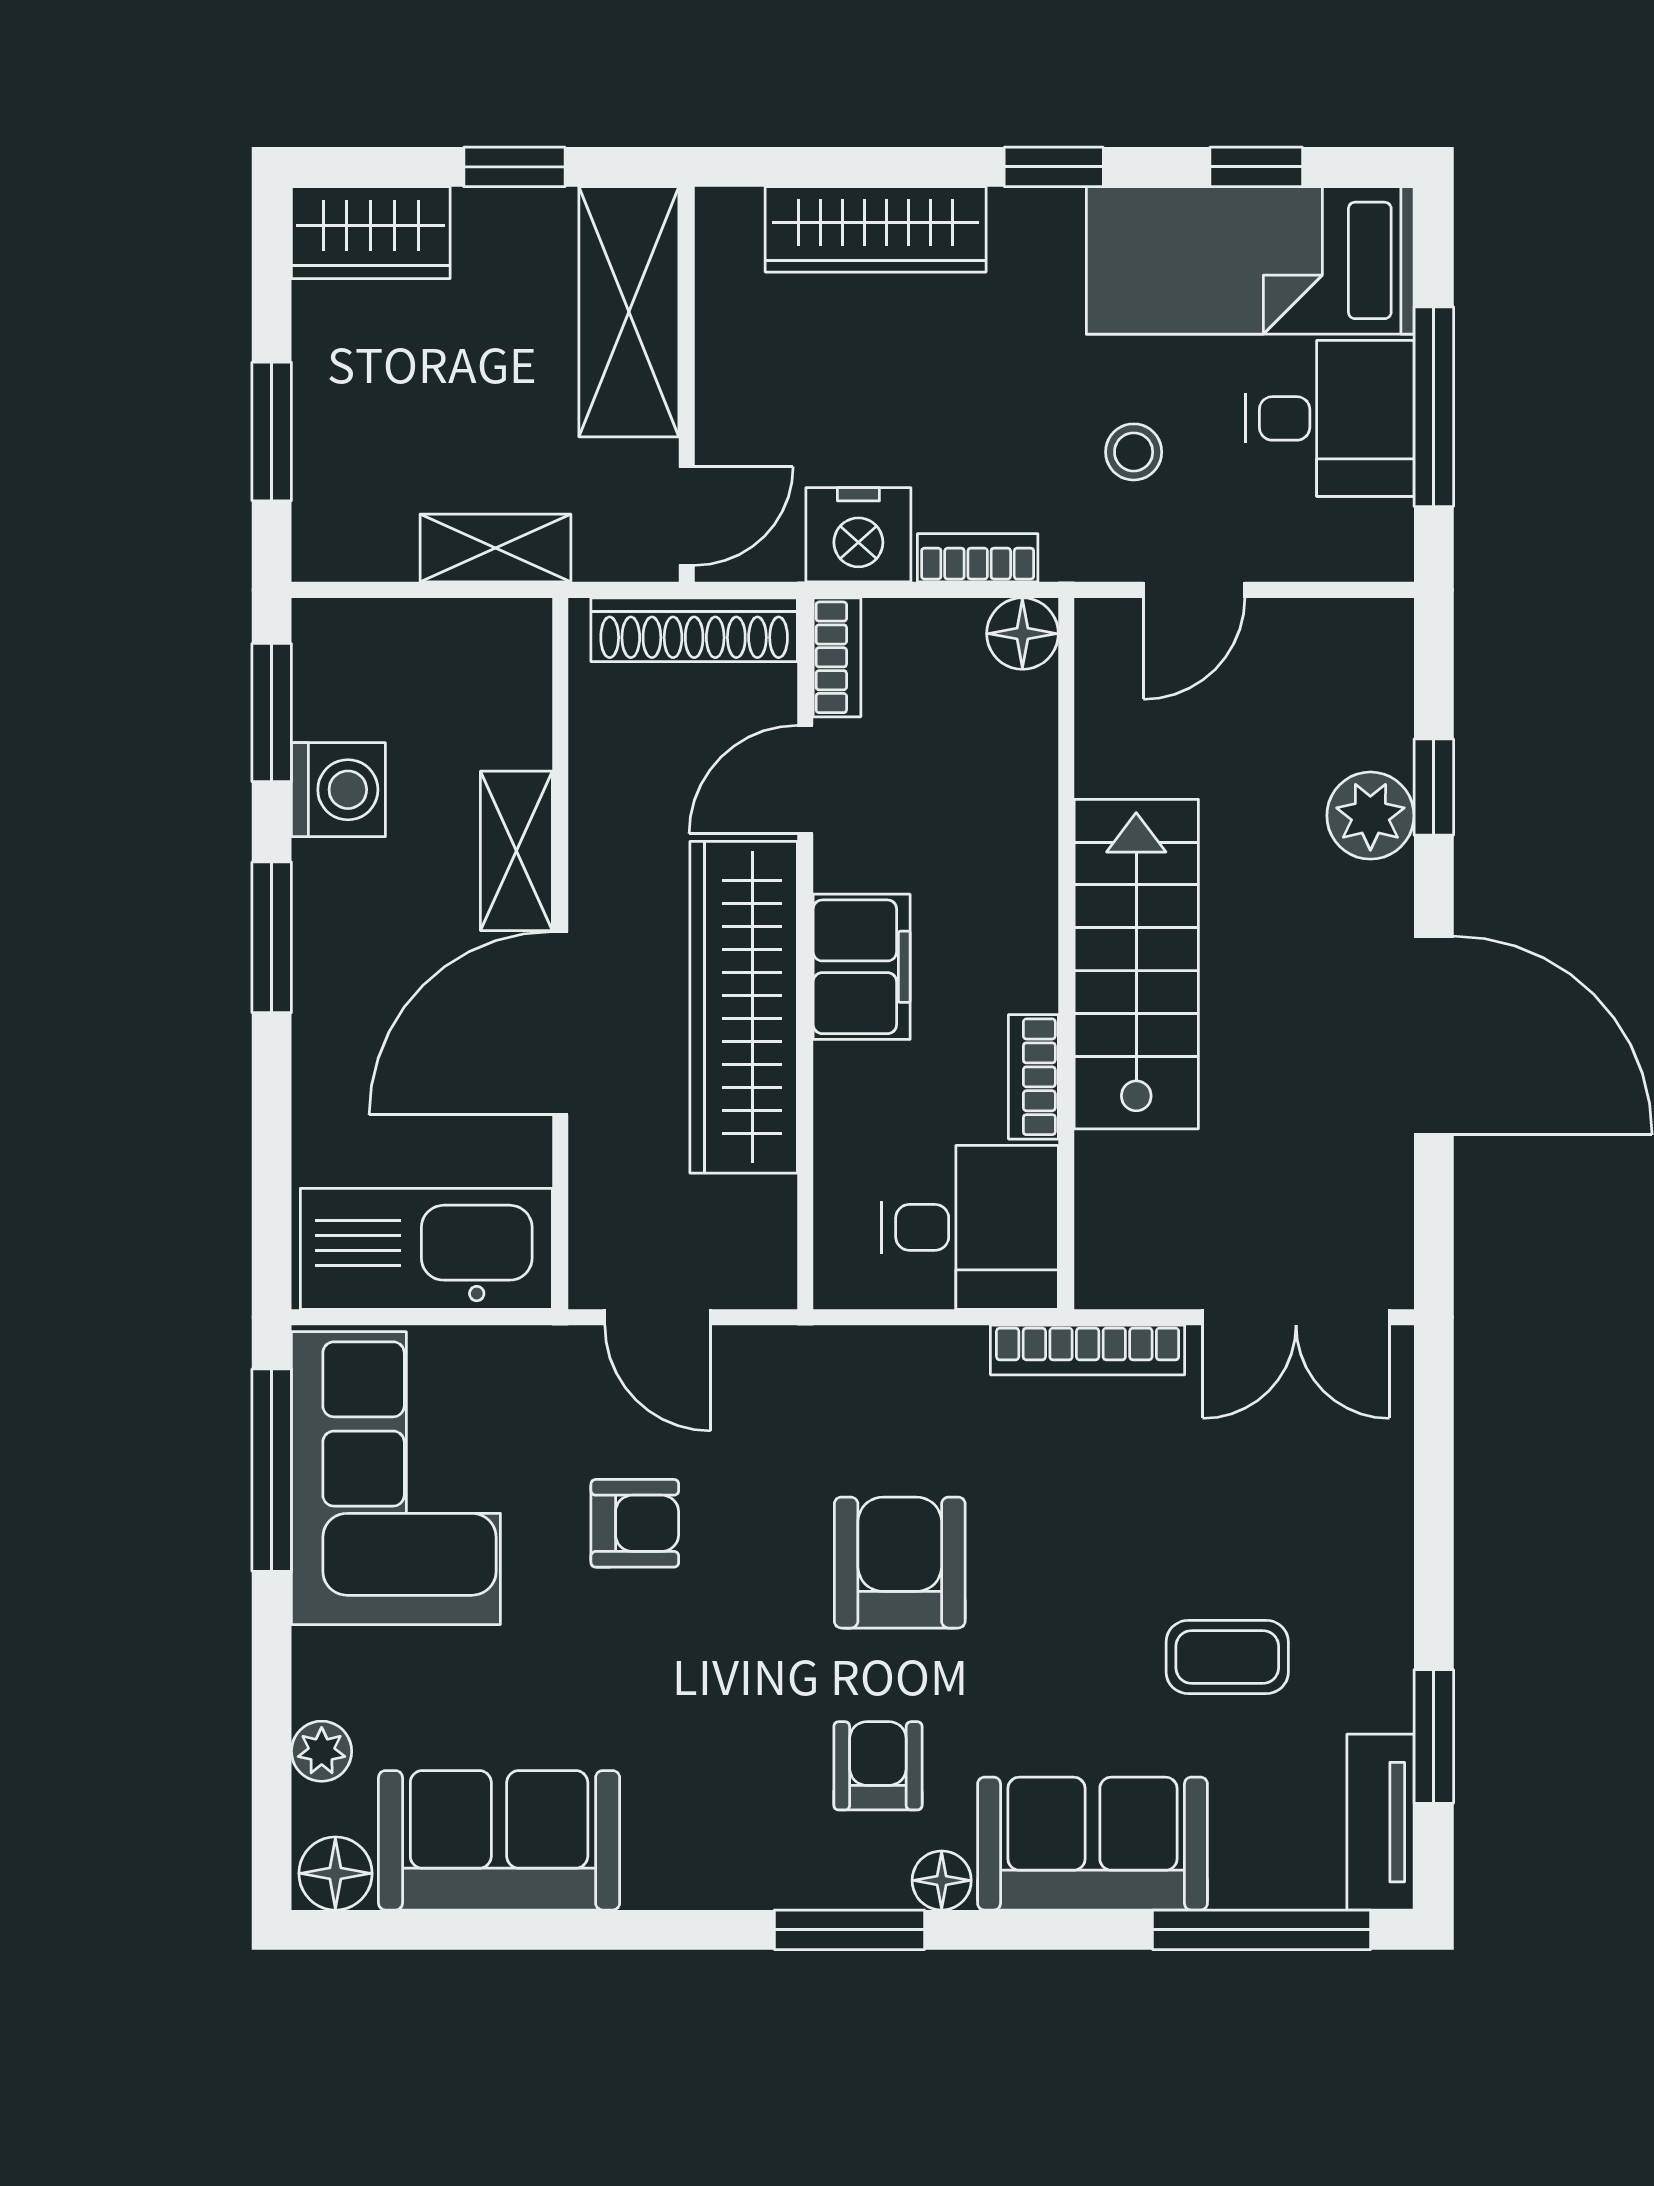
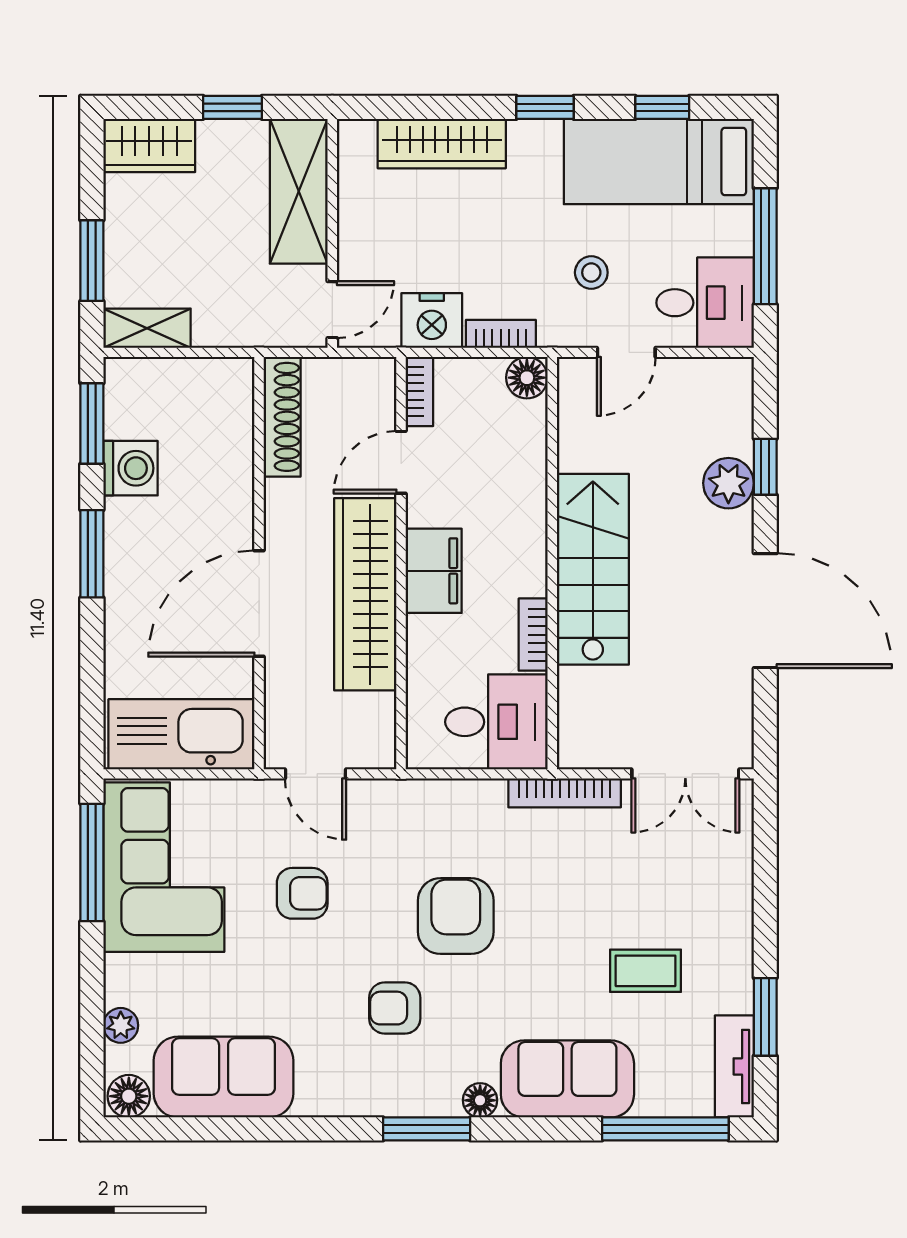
desk: (1330, 418) -> (705, 303), moved
shelving: (495, 548) -> (147, 328), moved
shoe rack: (694, 630) -> (282, 417), moved, turned -90
shelving: (516, 851) -> (234, 504), removed
armchair: (878, 1766) -> (395, 1008), moved, turned -90

